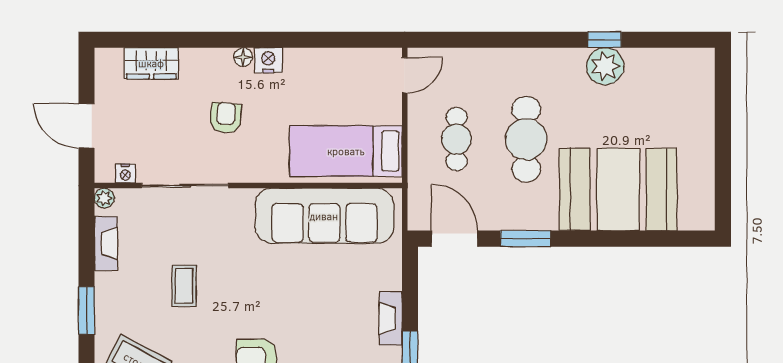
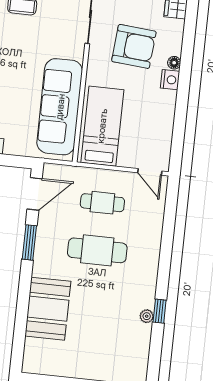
plant: (605, 66) -> (147, 316), width x0.53, depth x0.53
armchair: (226, 118) -> (134, 46), width x1.88, depth x1.88
booth: (618, 189) -> (48, 309), width x0.73, depth x0.70

